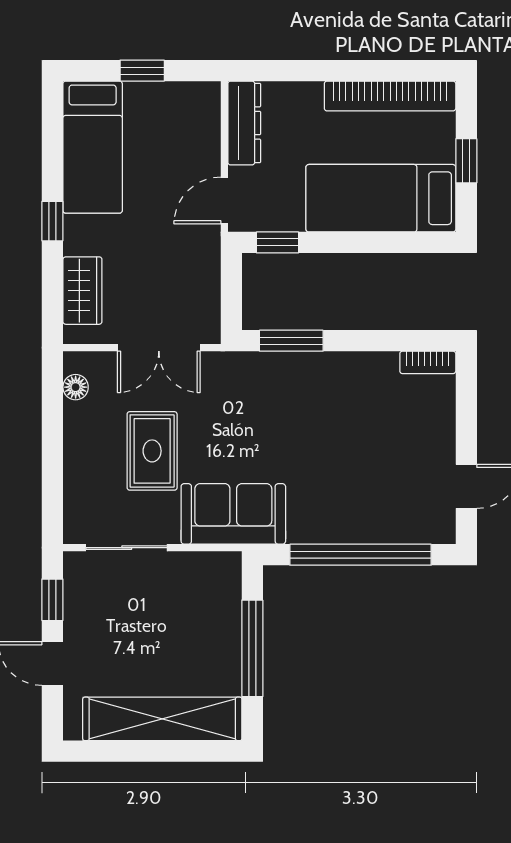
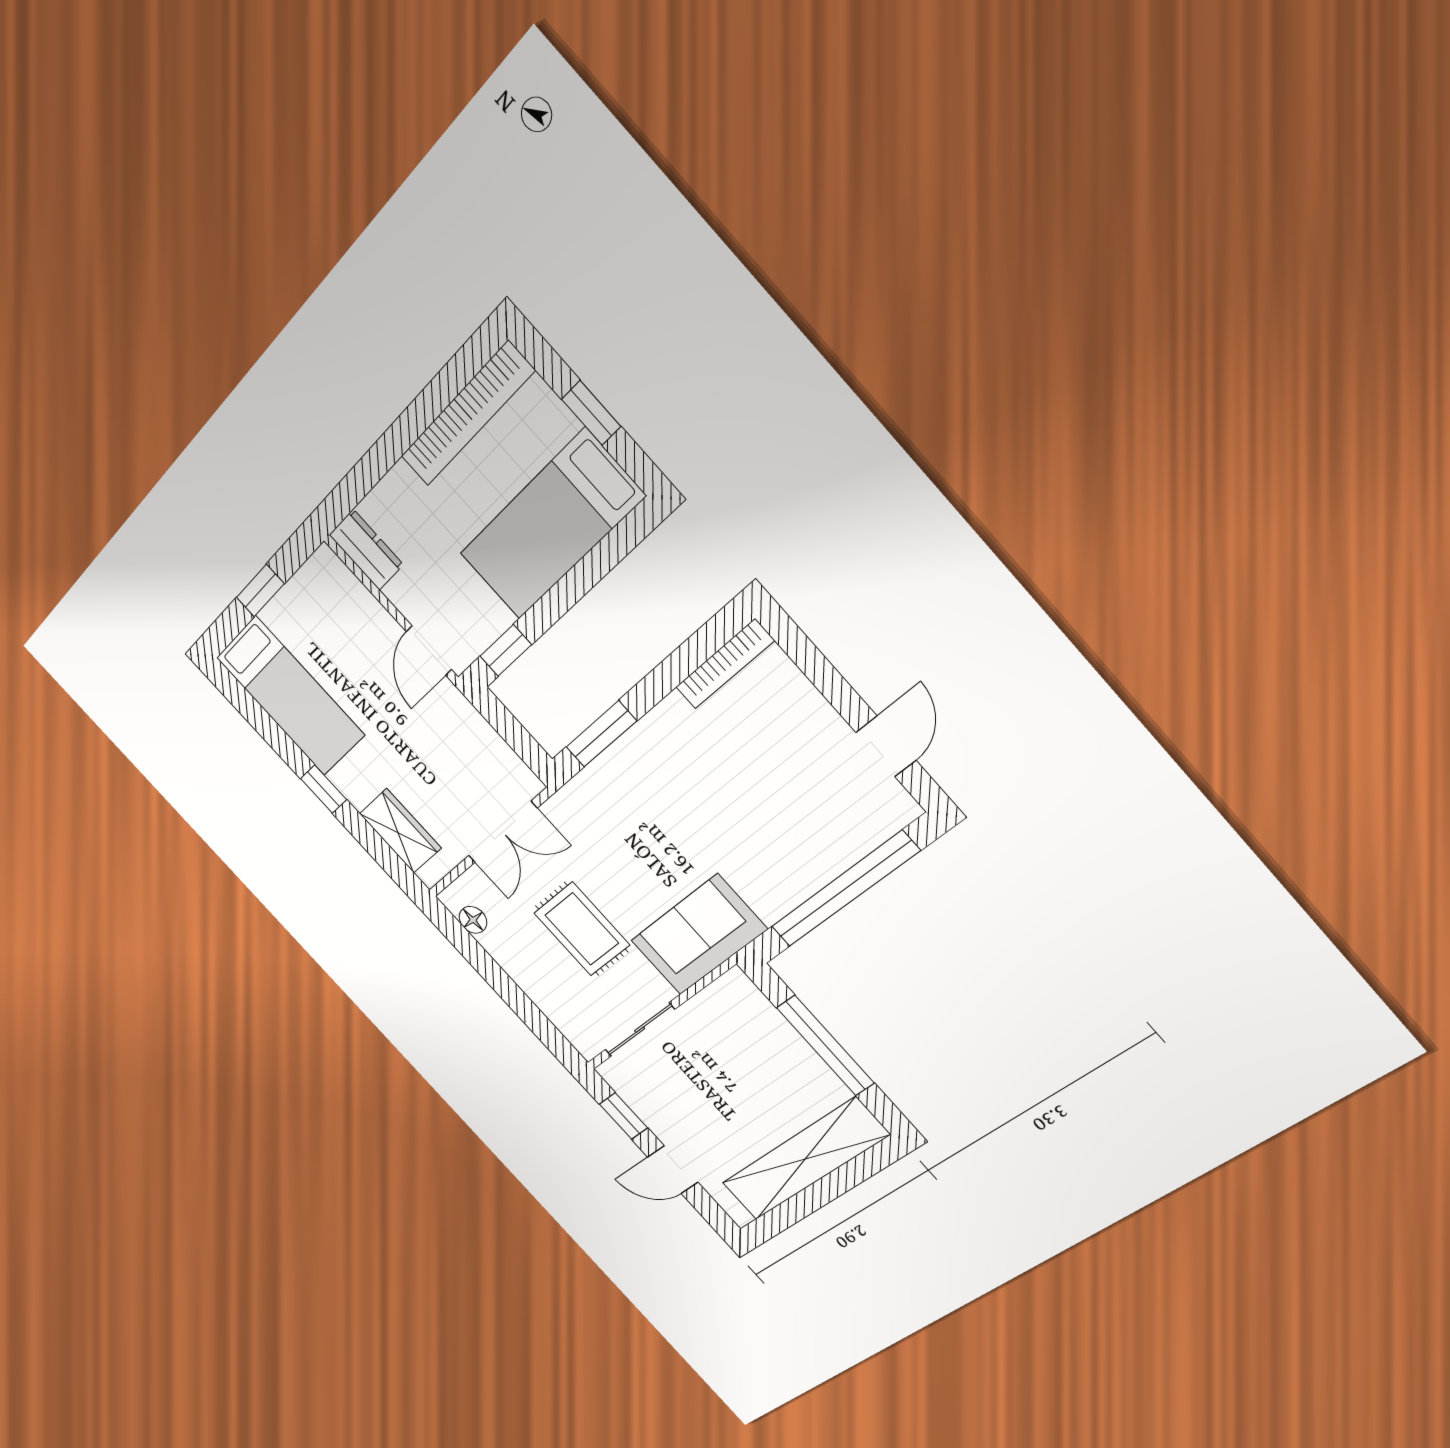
dresser: (244, 123) -> (366, 550), width x0.70
bookcase: (428, 362) -> (725, 664), width x1.56

